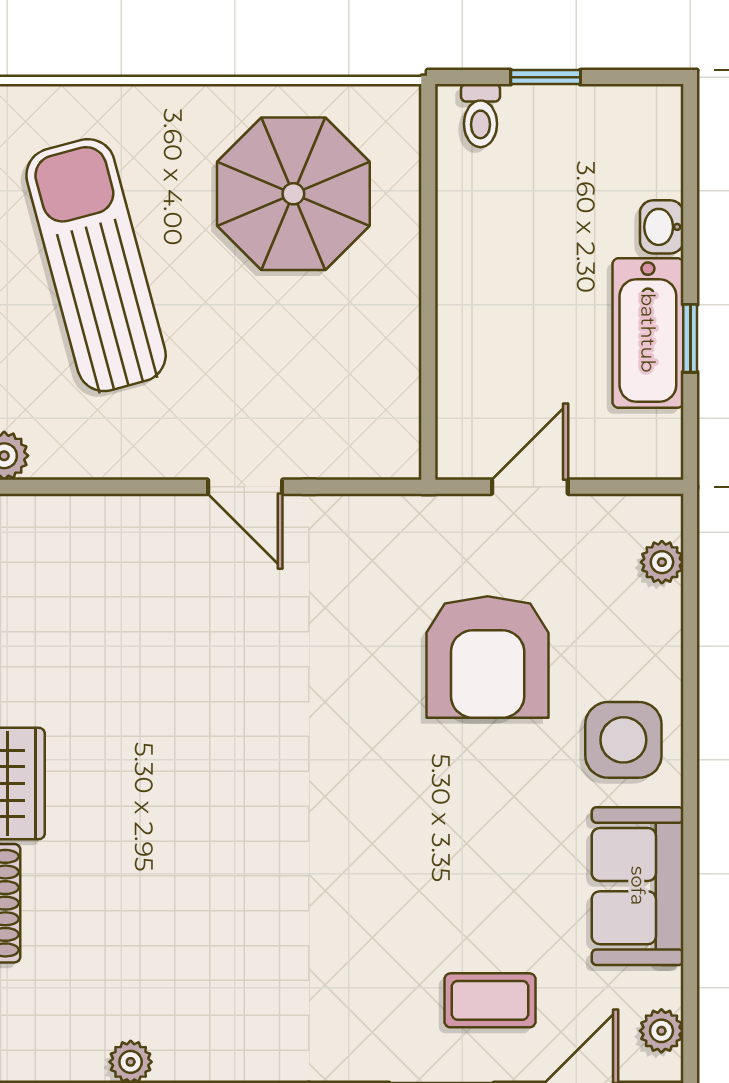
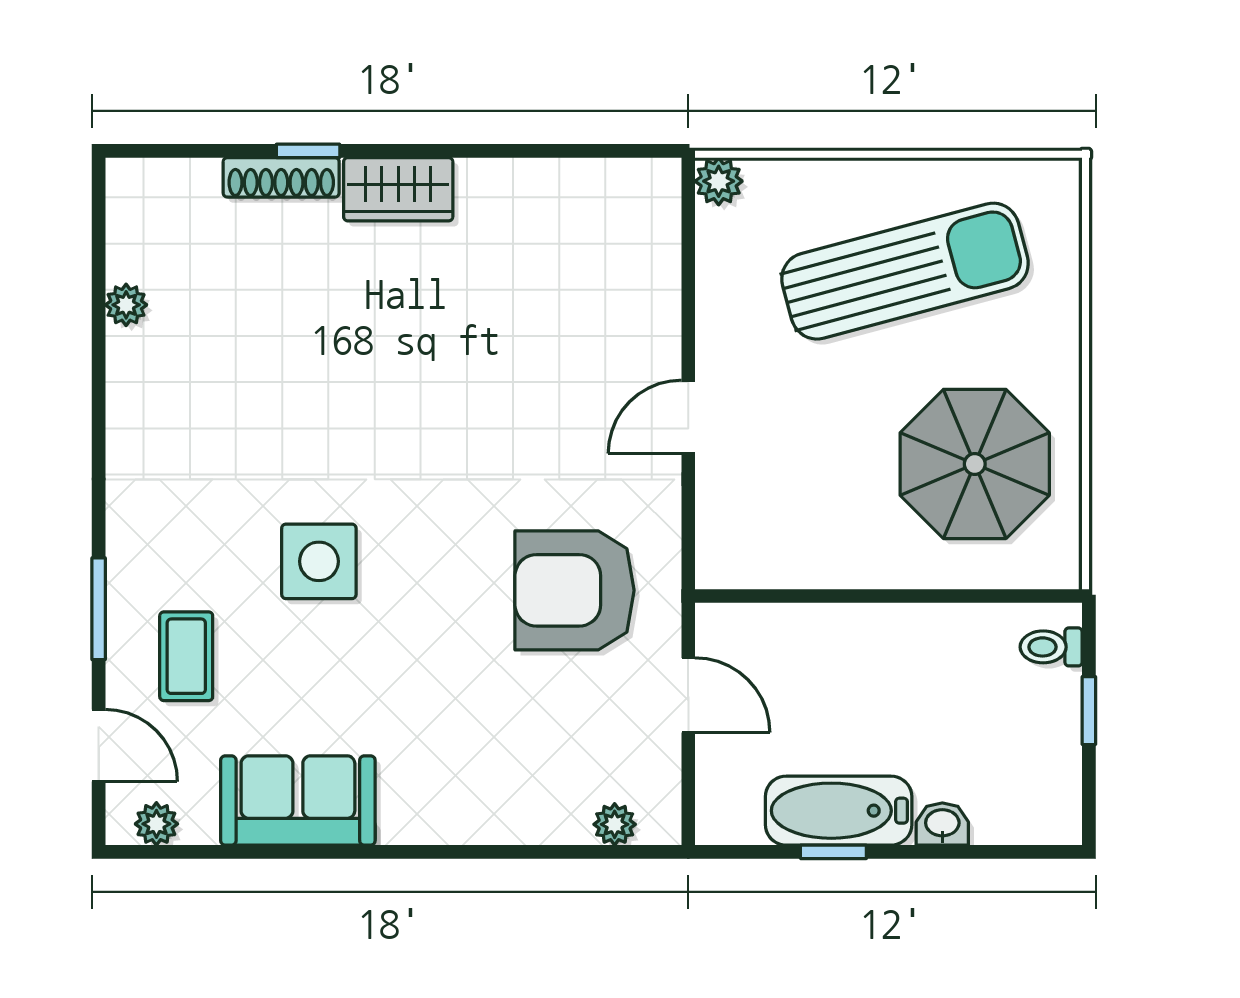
armchair: (488, 657) -> (574, 590), moved
side table: (623, 740) -> (319, 561), moved

